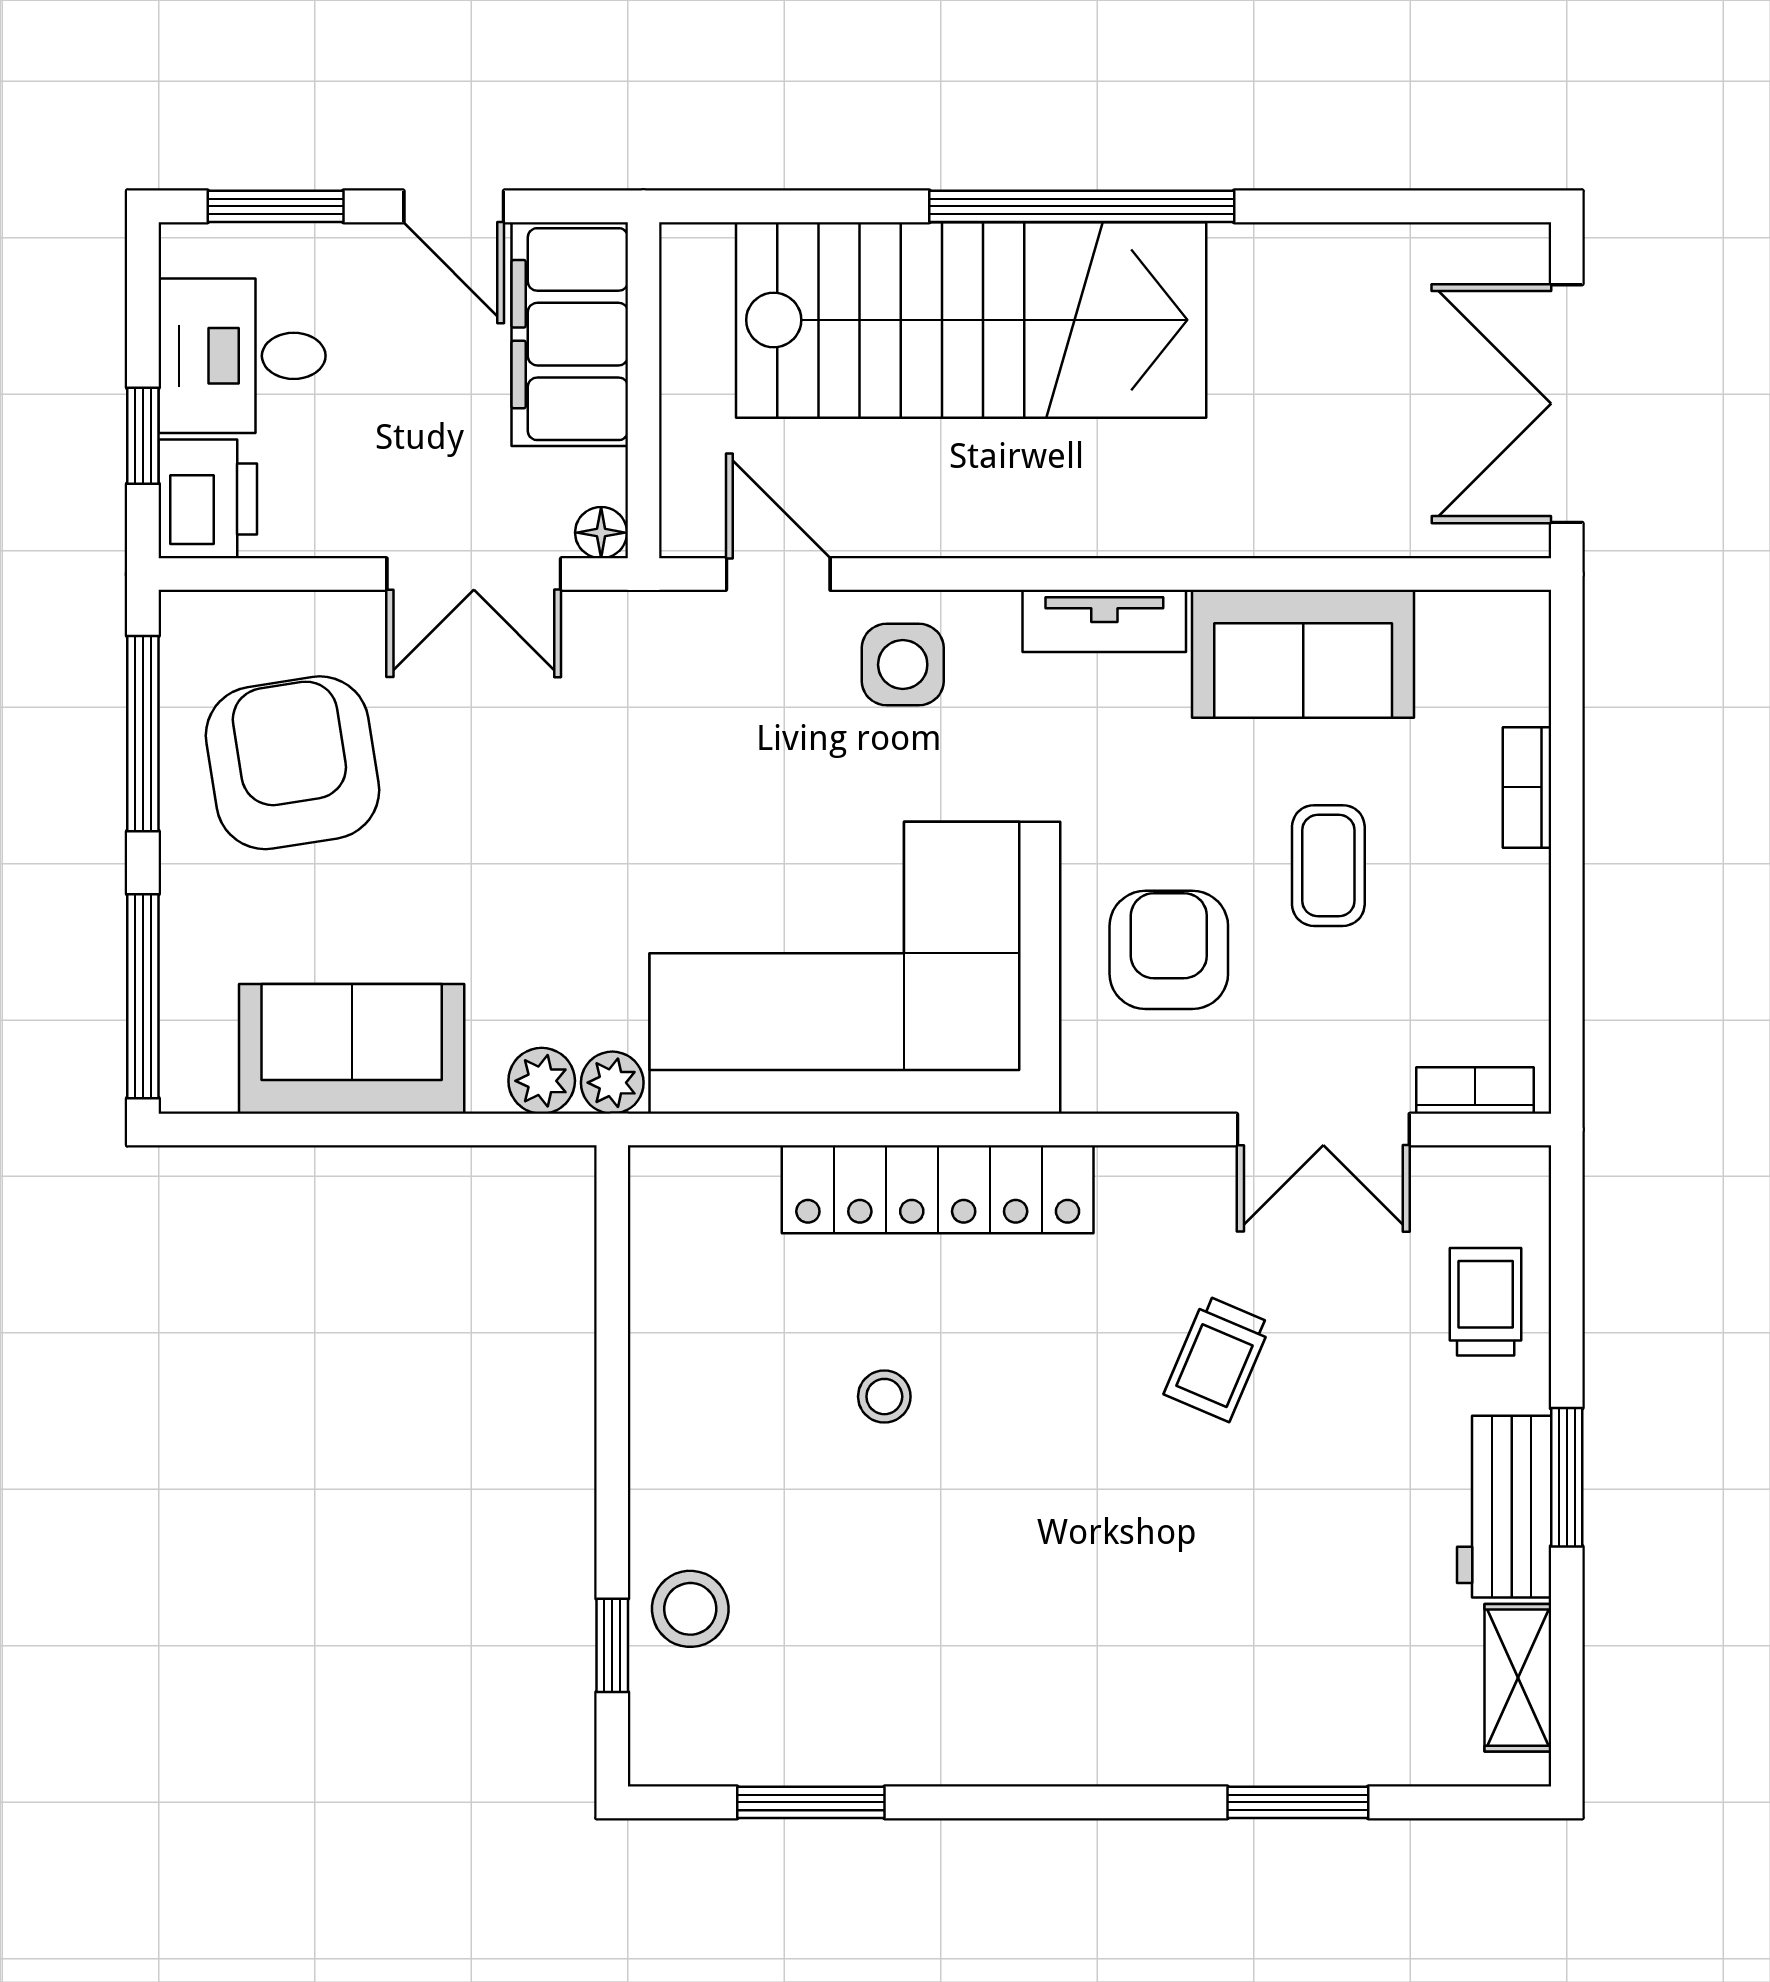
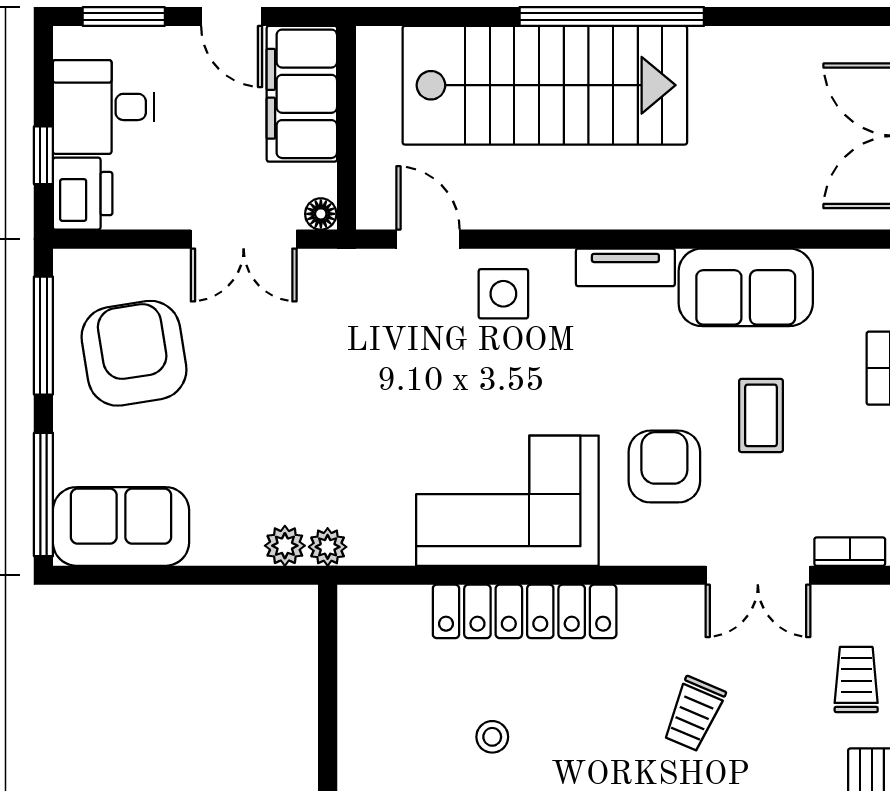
corner sofa: (855, 968) -> (507, 501), width x0.73, depth x0.74
sofa: (352, 1049) -> (121, 526), moved

